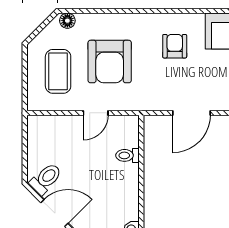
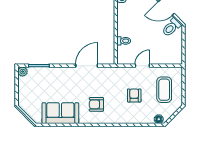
armchair: (175, 46) -> (96, 104), turned 90
armchair: (110, 62) -> (134, 95), width x0.53, depth x0.53

